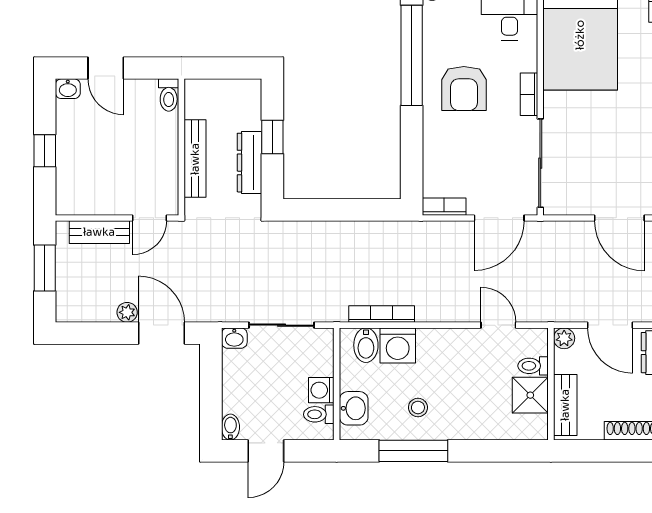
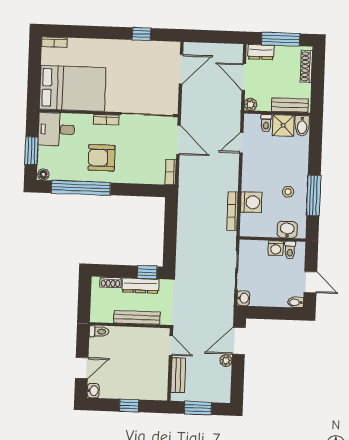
armchair: (464, 88) -> (102, 158), turned 180
shoe rack: (253, 112) -> (111, 282), added
window: (272, 137) -> (147, 272), moved
door: (610, 325) -> (244, 77), swing flipped
bidet: (366, 345) -> (302, 126), moved, turned 90

